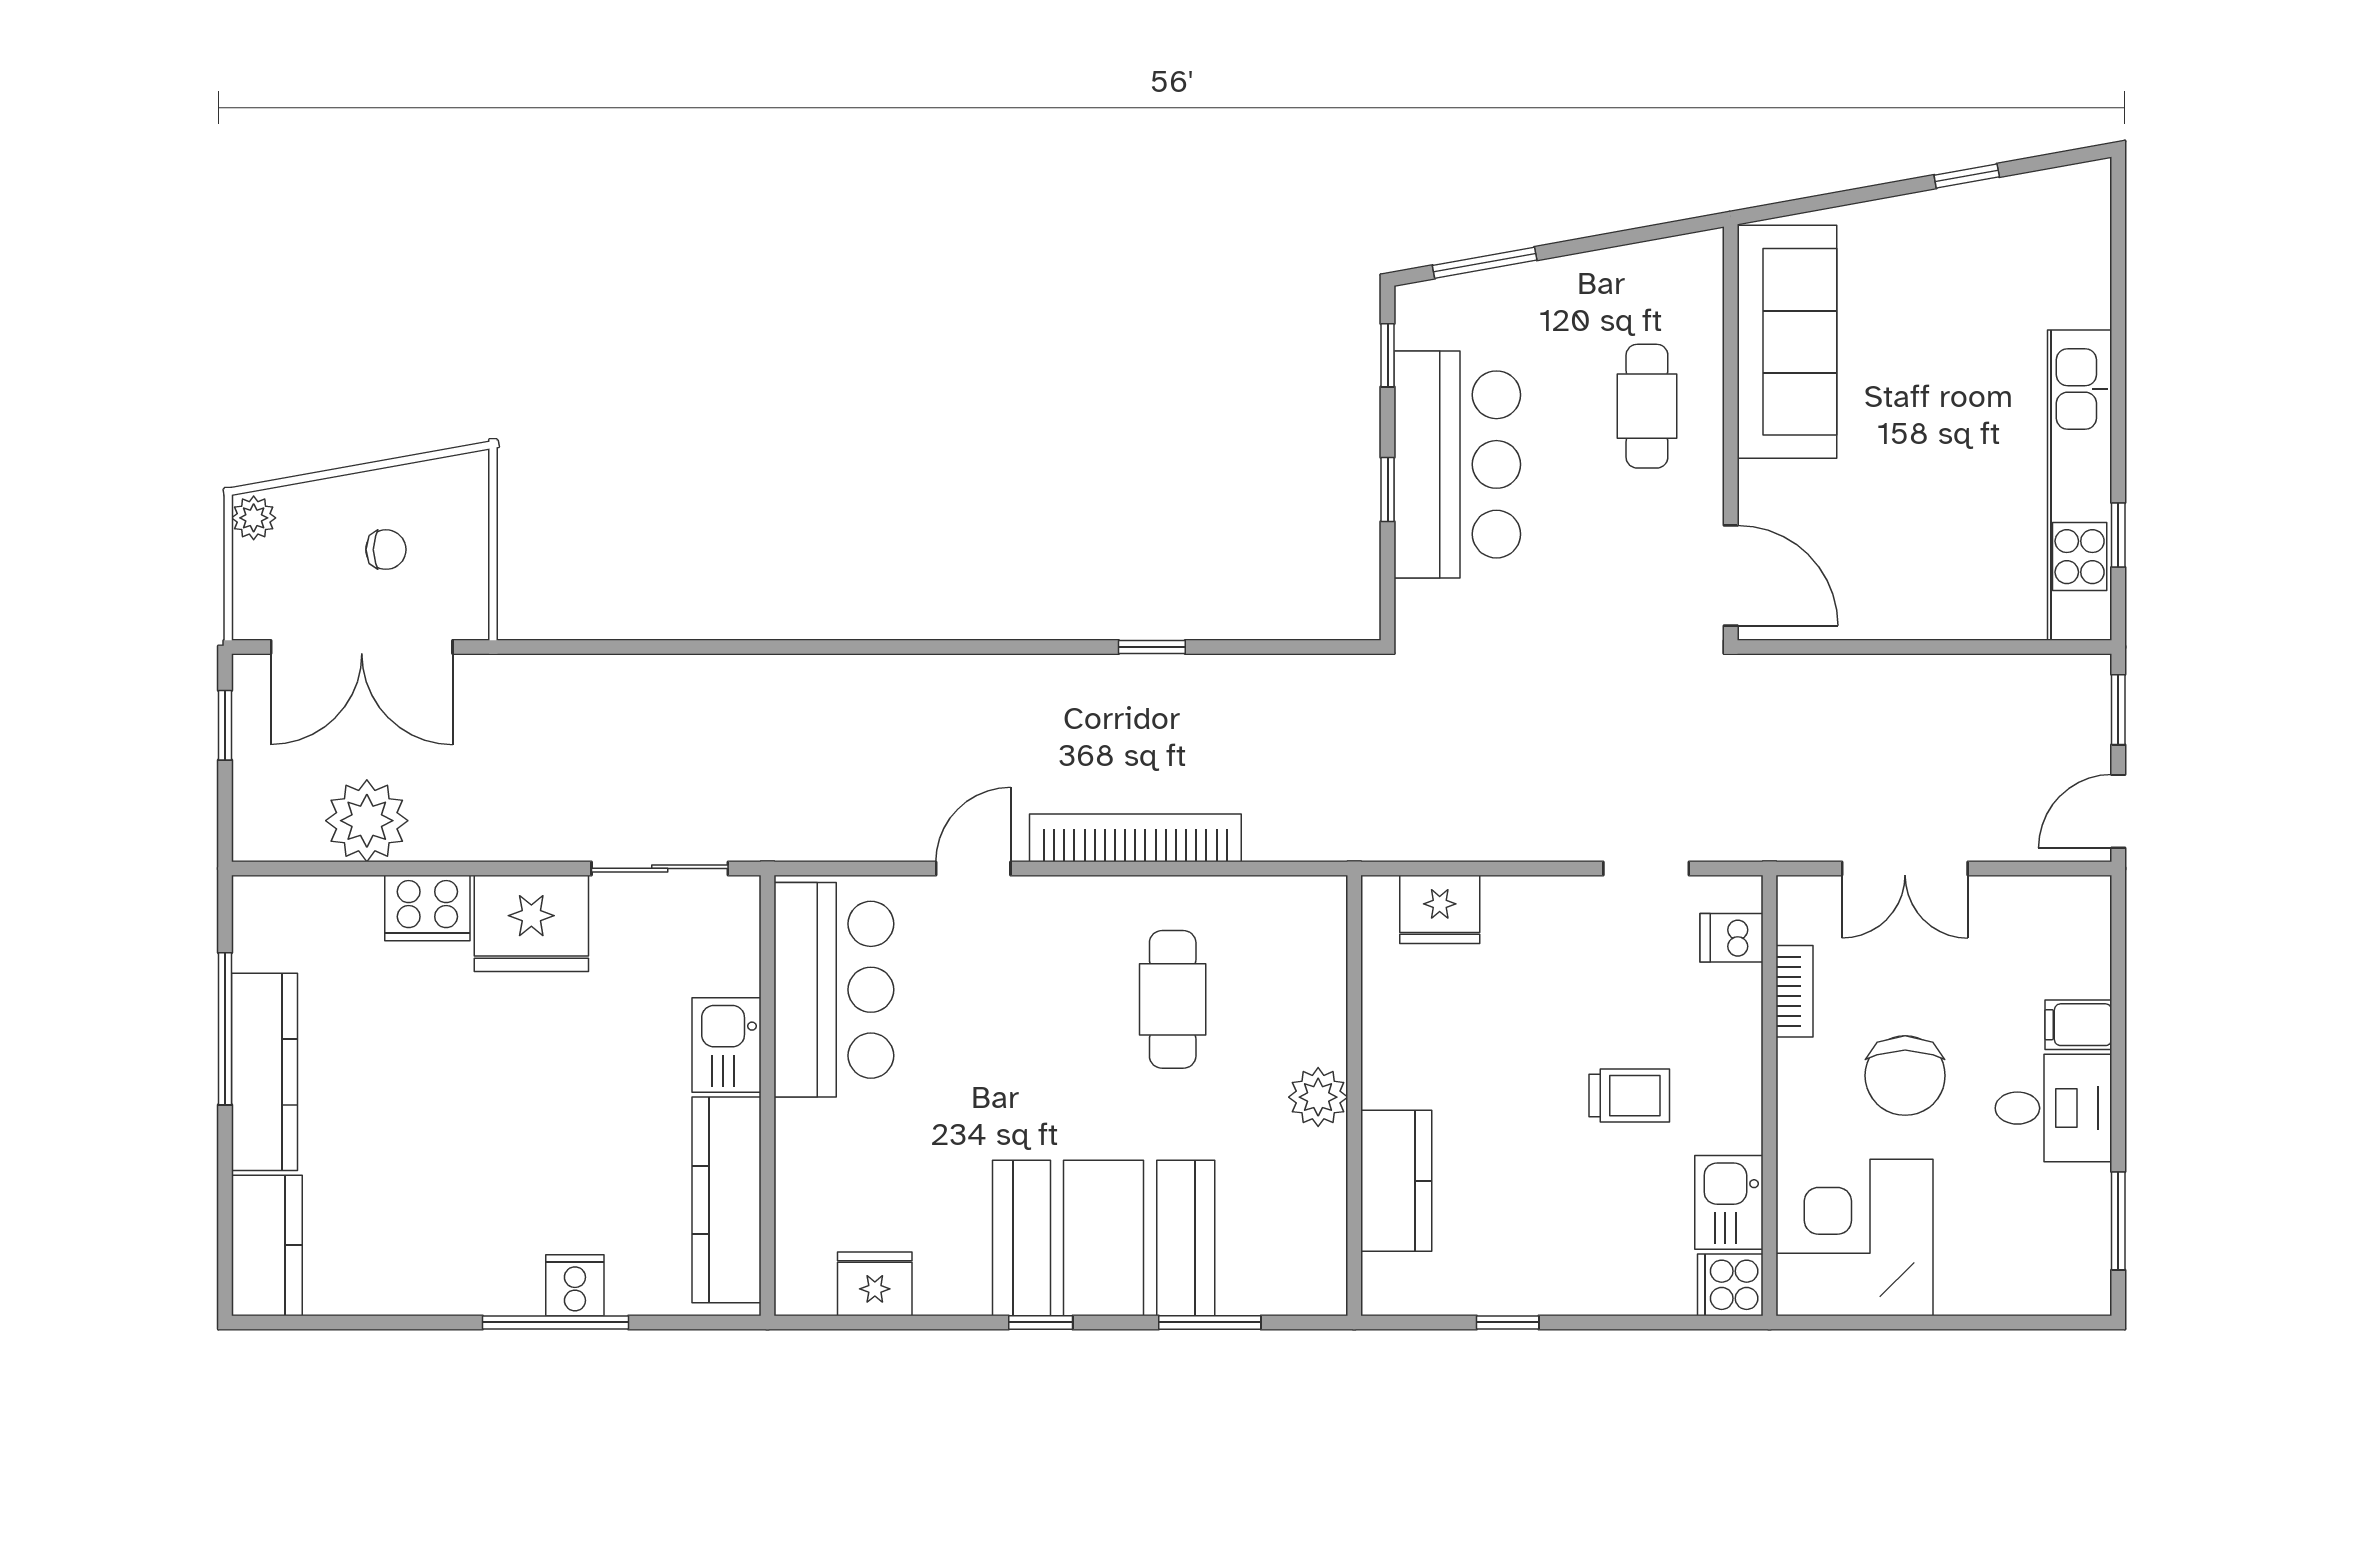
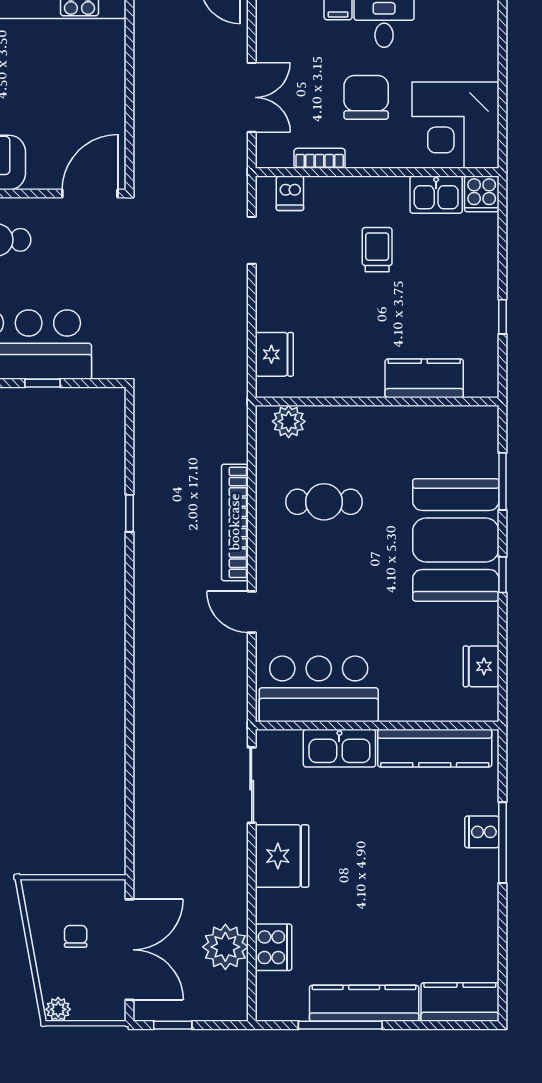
cooker: (427, 908) -> (274, 947), moved
kitchen sink: (727, 1045) -> (339, 748), width x1.38
chair: (1905, 1076) -> (366, 97), turned -90
plant: (1318, 1097) -> (289, 421), moved

